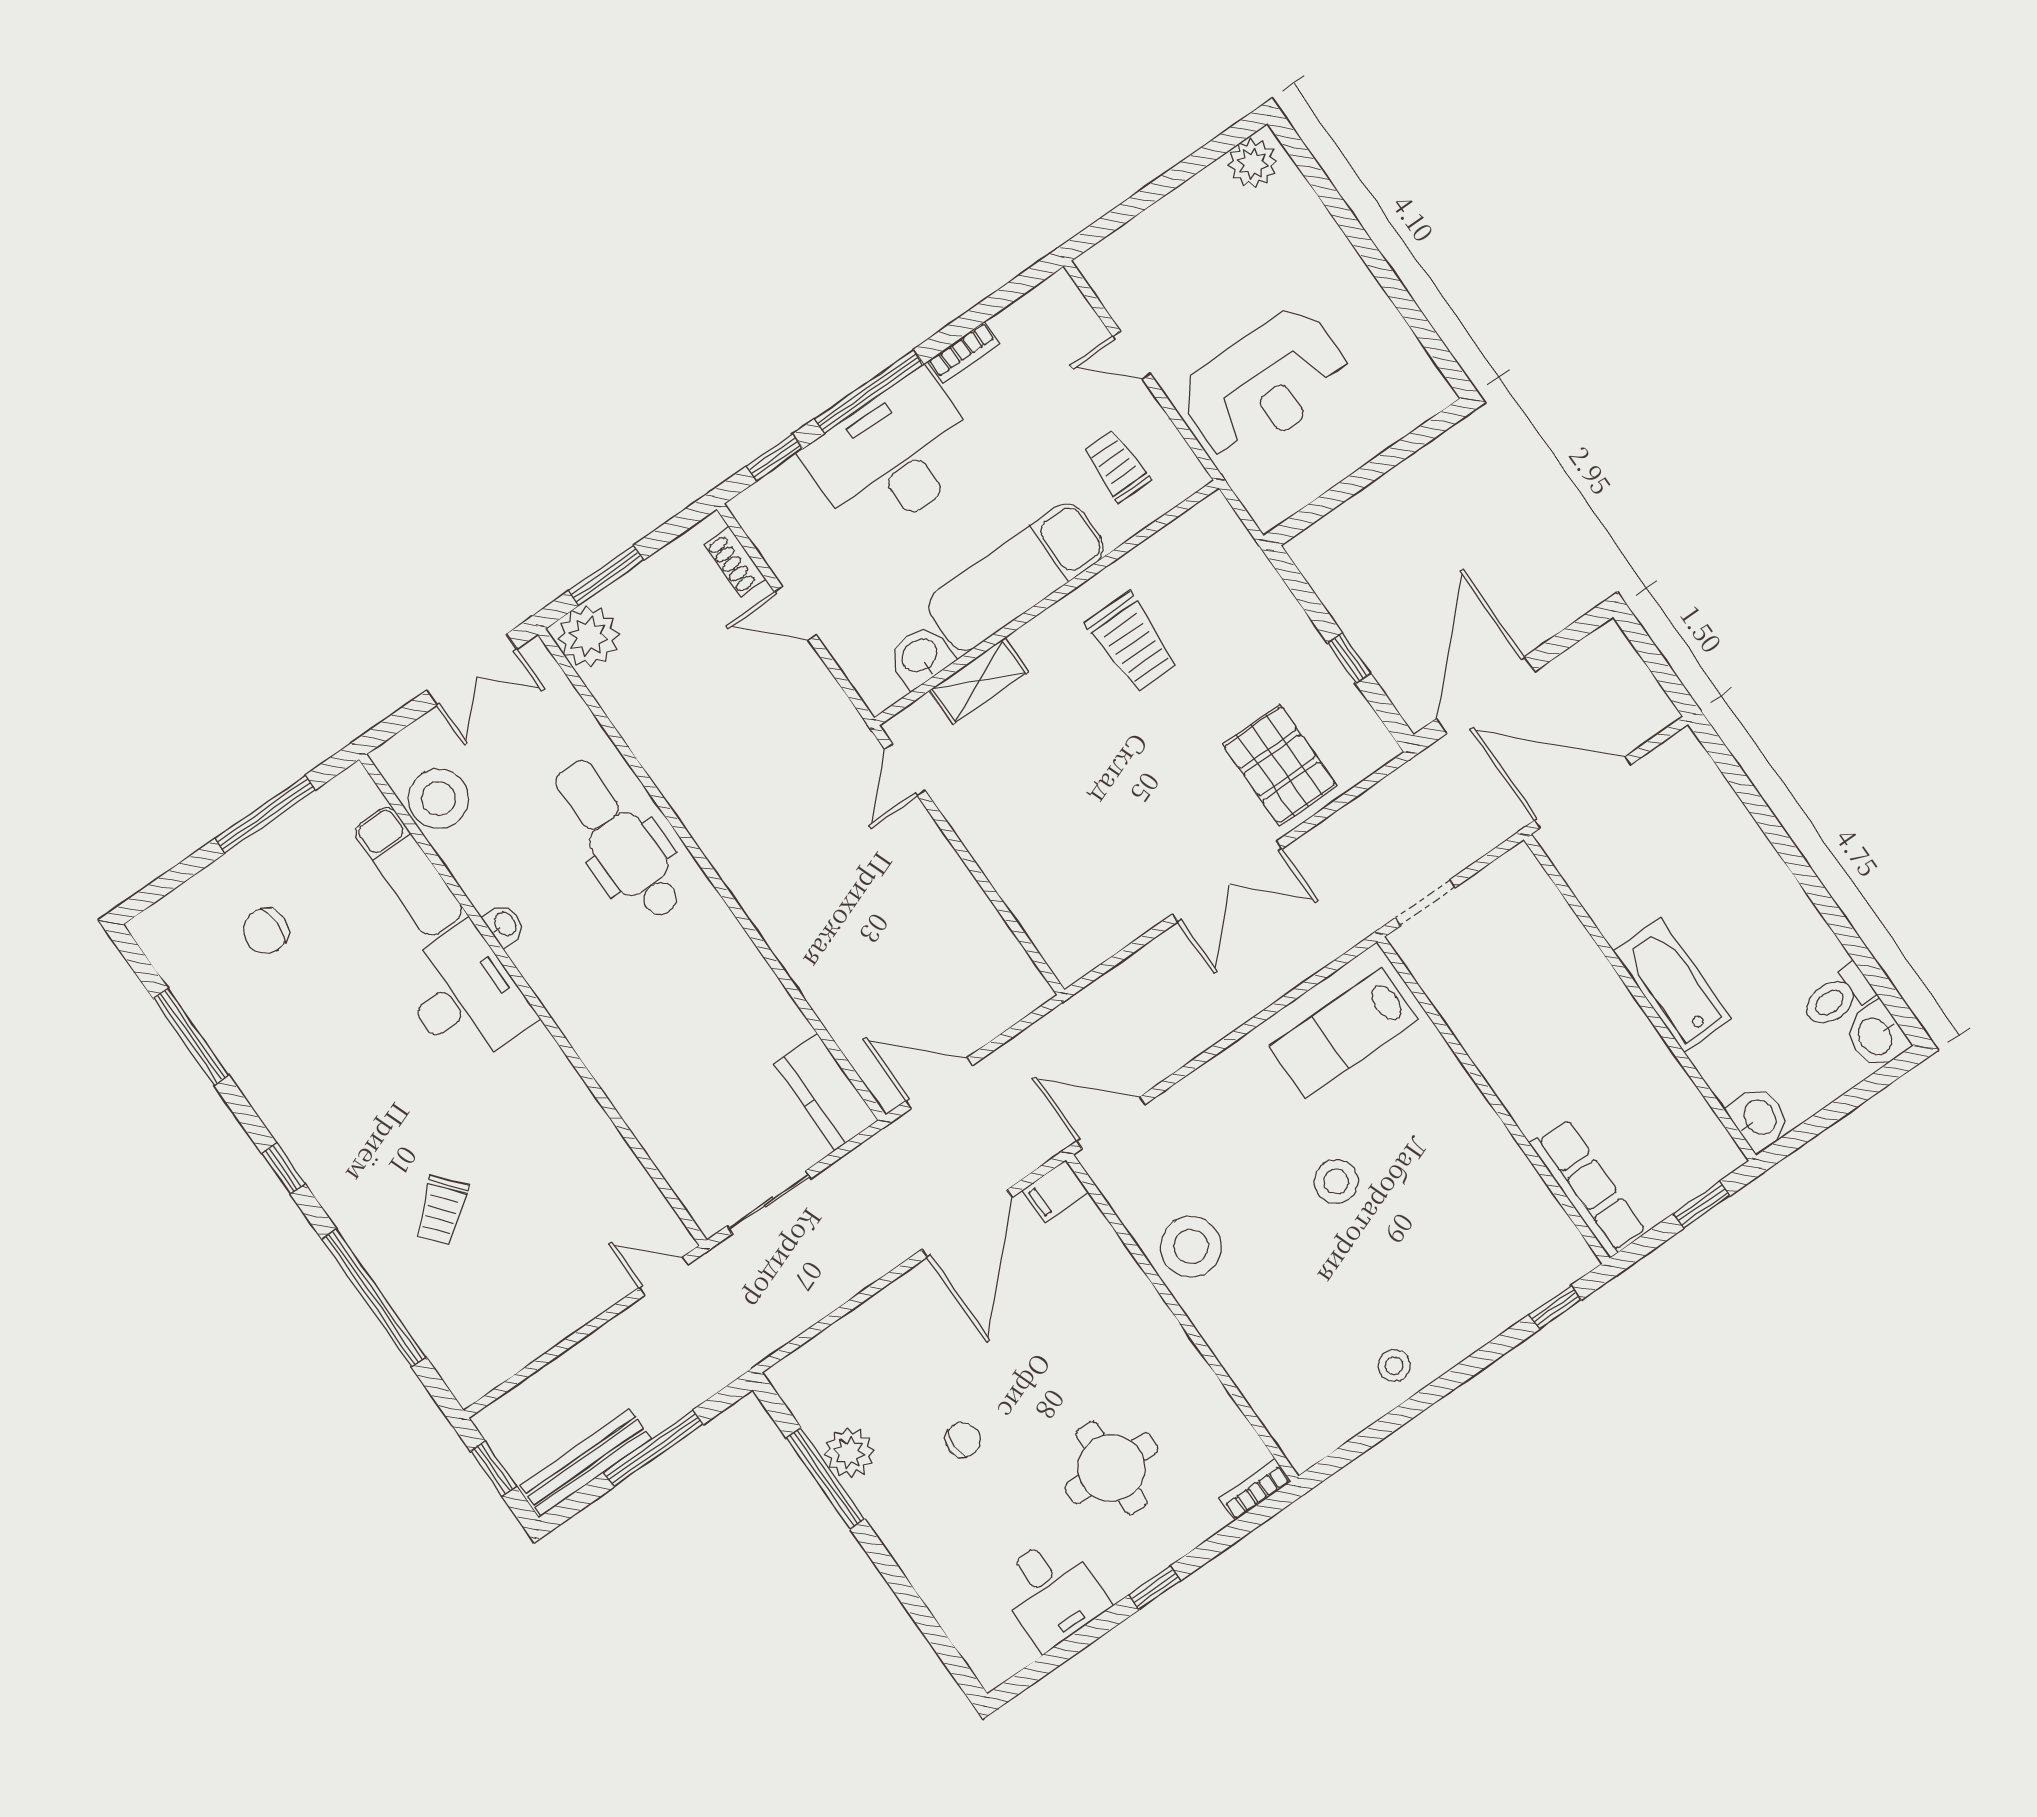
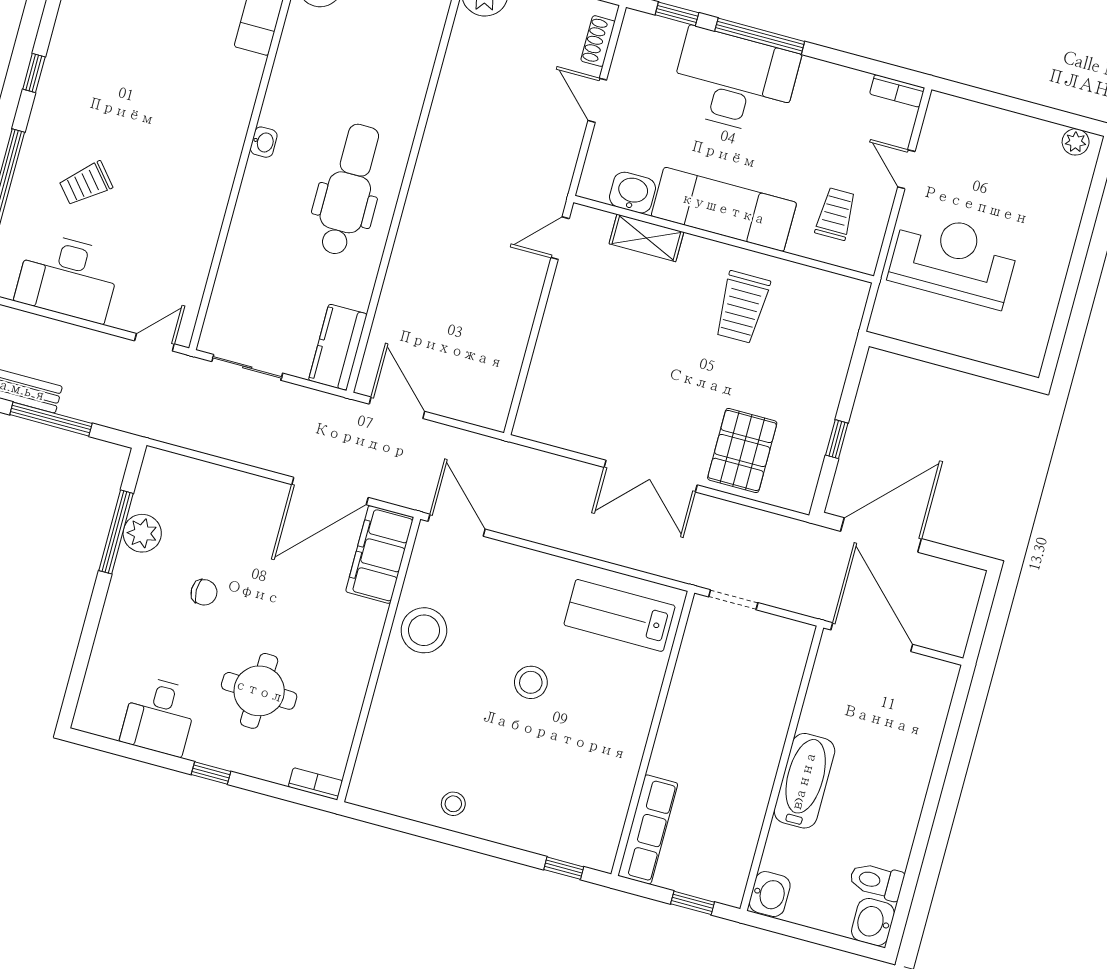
plant: (1253, 163) -> (1076, 142), width x0.73, depth x0.73
bookcase: (964, 353) -> (897, 91), moved
reception desk: (1265, 384) -> (954, 260), turned 180
dental chair: (618, 840) -> (349, 190), moved
washbasin: (504, 925) -> (264, 142), moved
desk: (465, 996) -> (68, 277), moved, turned 90
filing cabinet: (1055, 1191) -> (380, 554), width x3.00, depth x1.17
door: (663, 1276) -> (154, 342), hinge flipped

